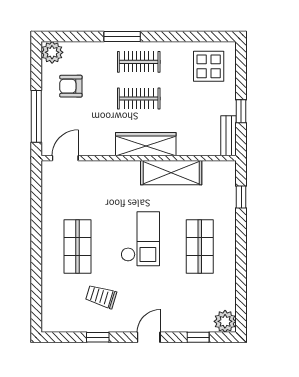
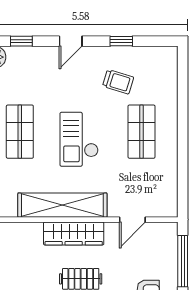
door: (65, 158) -> (132, 220), moved
shelving: (171, 173) -> (62, 205), width x1.47

